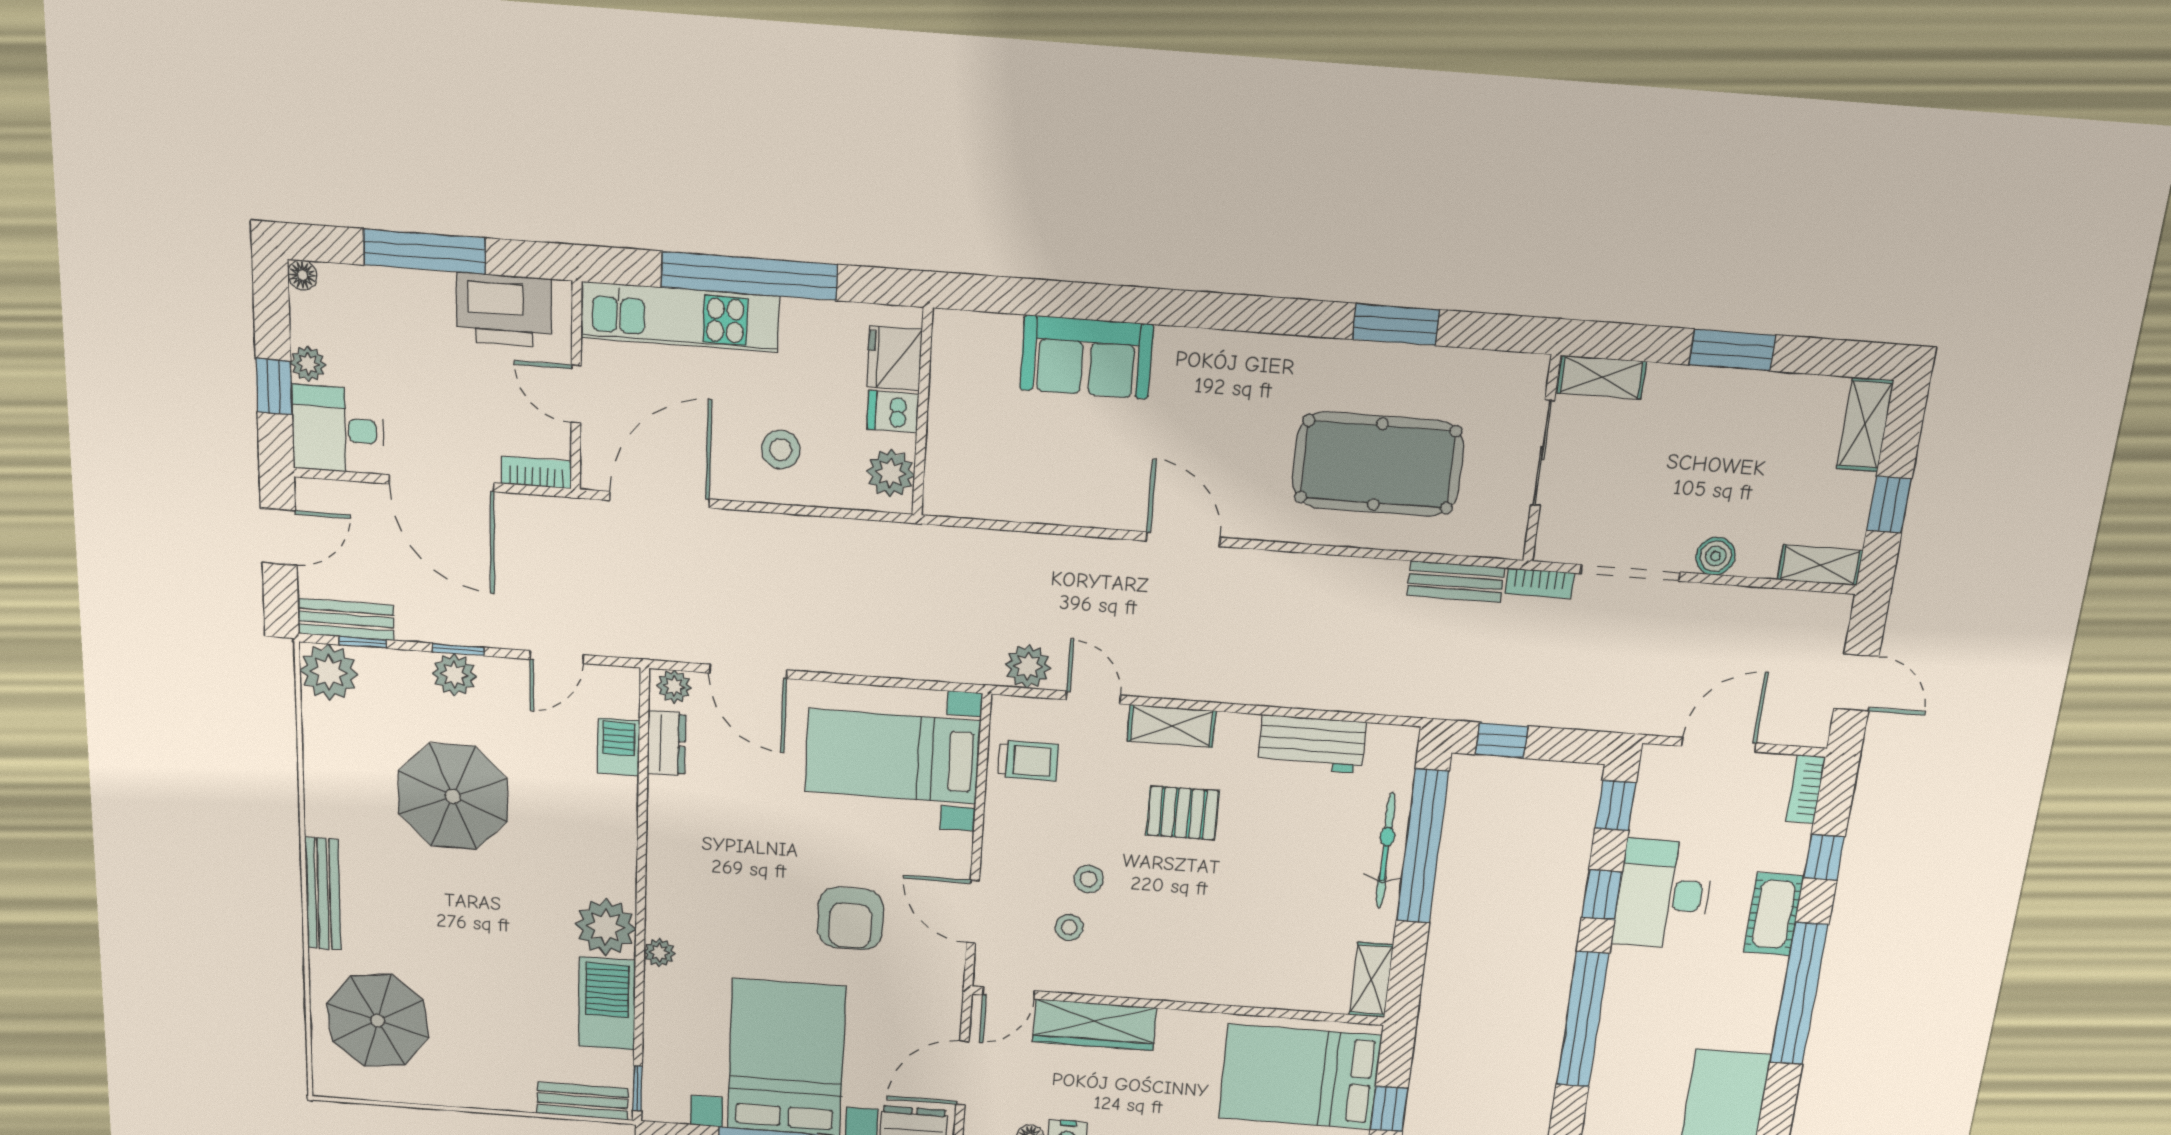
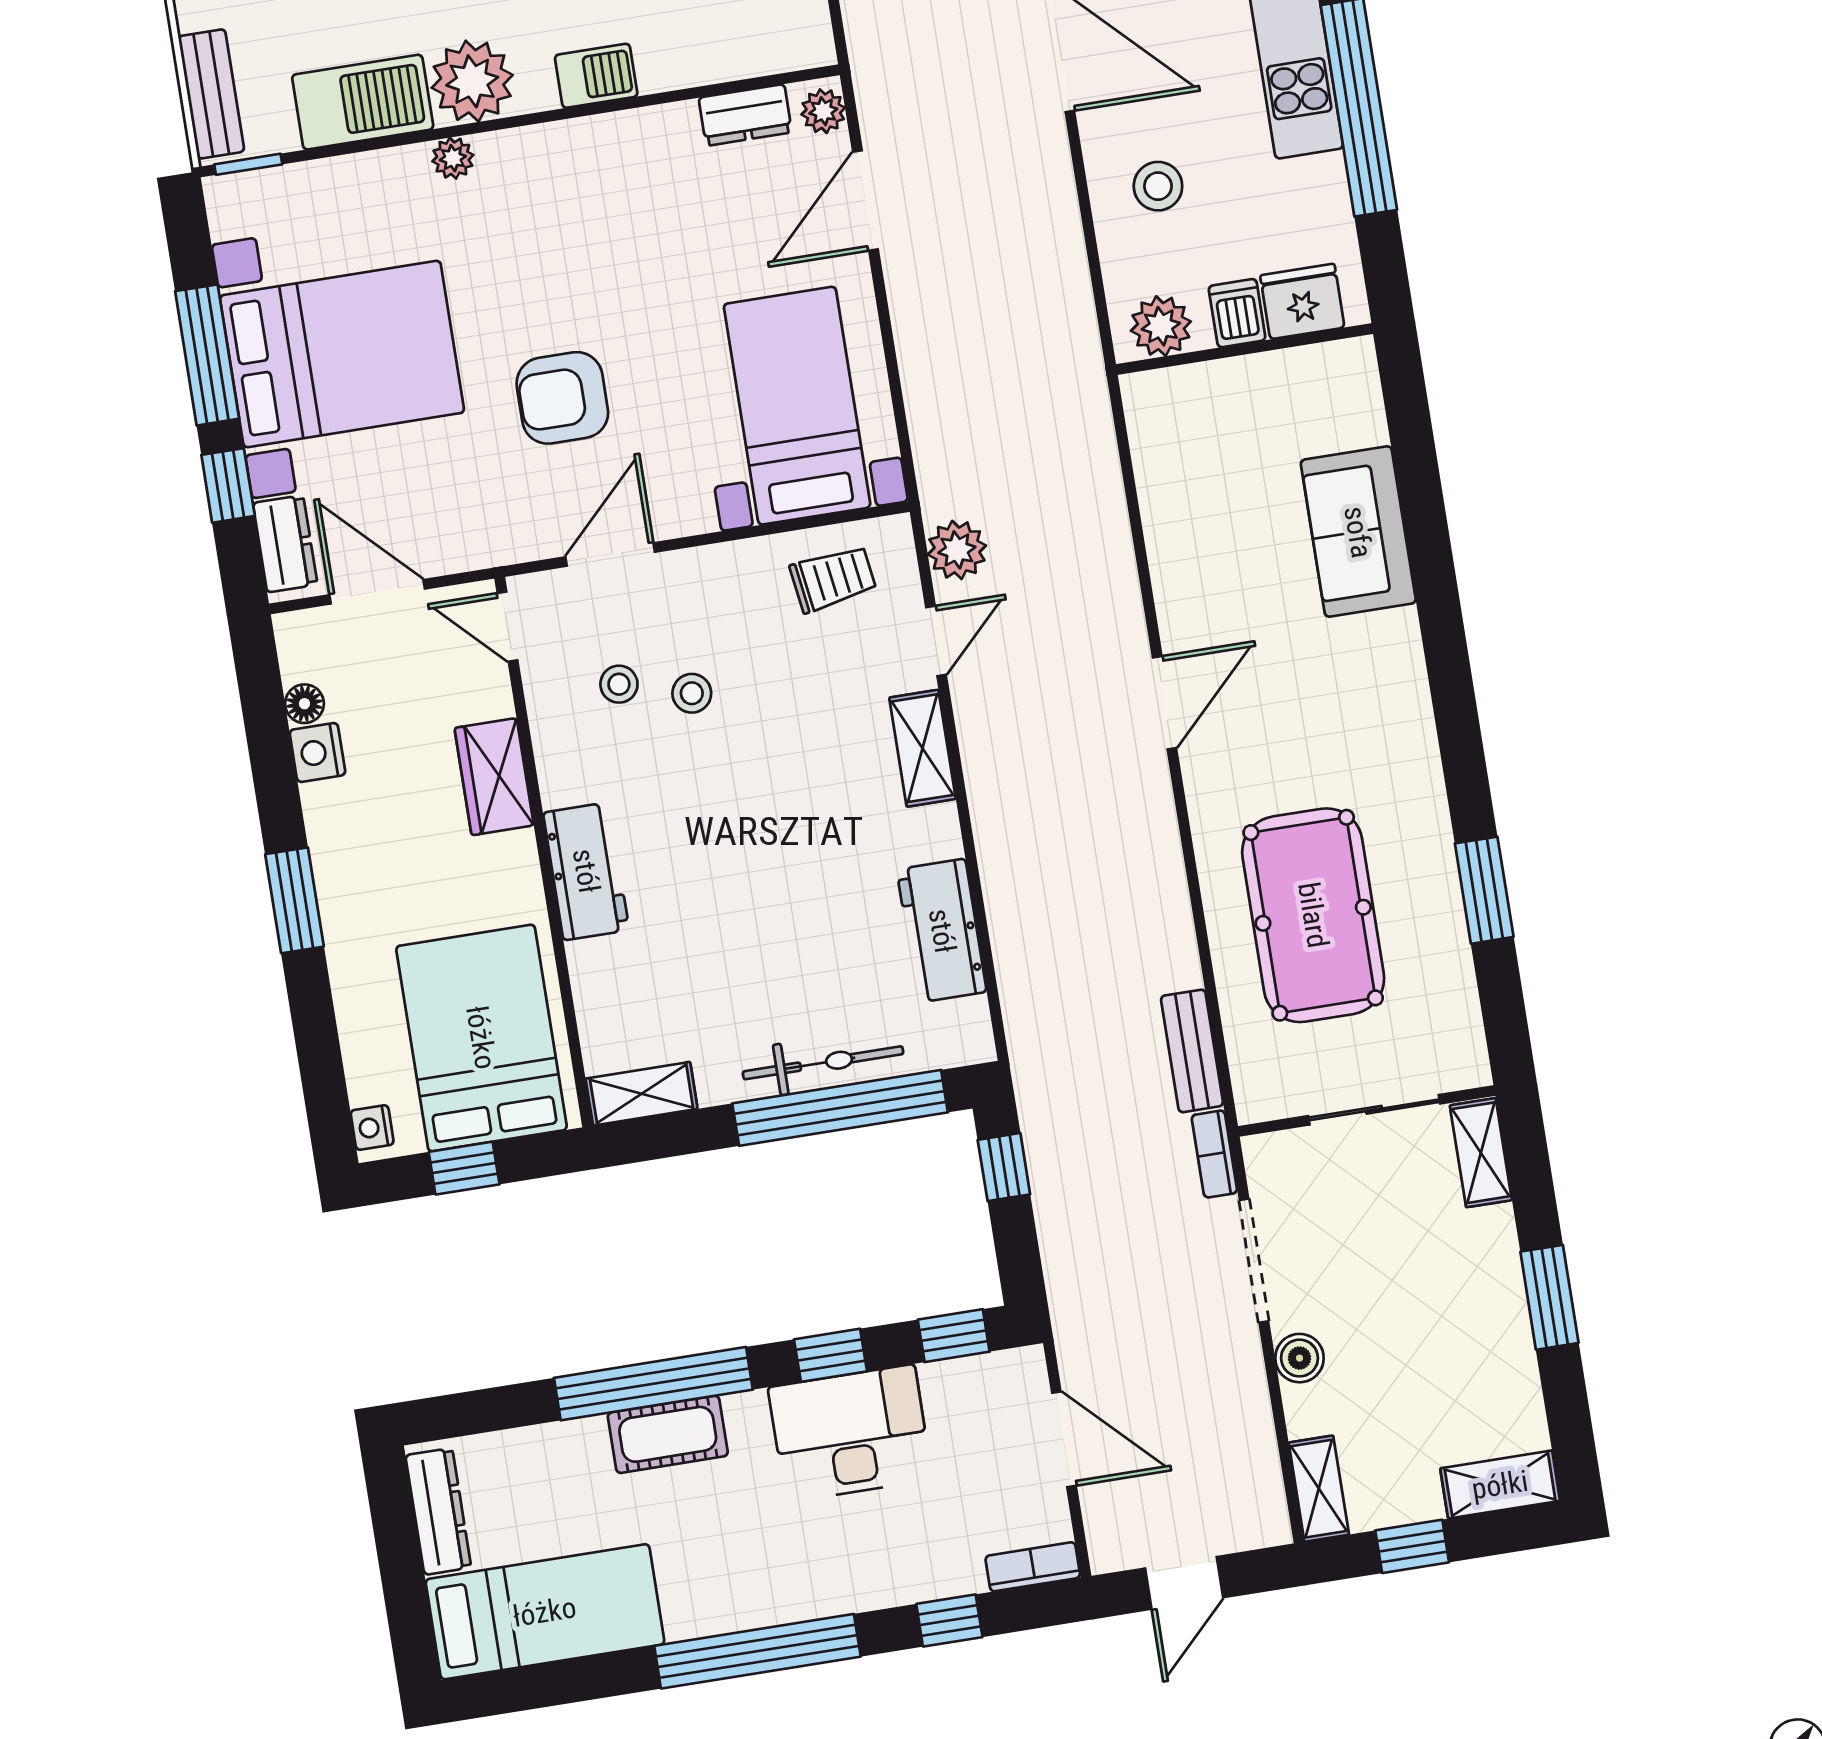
barbecue: (619, 747) -> (596, 76), moved
trolley: (1028, 761) -> (833, 579), turned -98
pallet: (1183, 813) -> (811, 791), removed
cot: (1774, 914) -> (668, 1434), moved
workbench: (1200, 980) -> (586, 871), added
wardrobe: (1095, 1025) -> (494, 777), width x0.67

